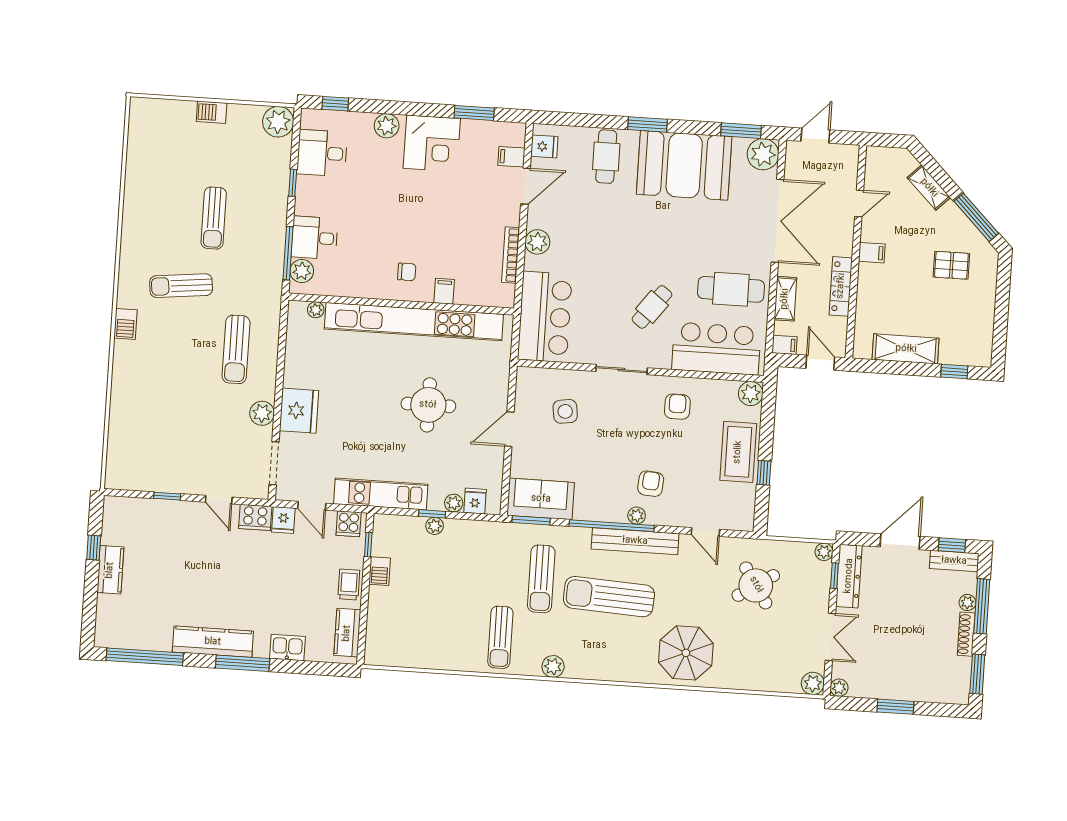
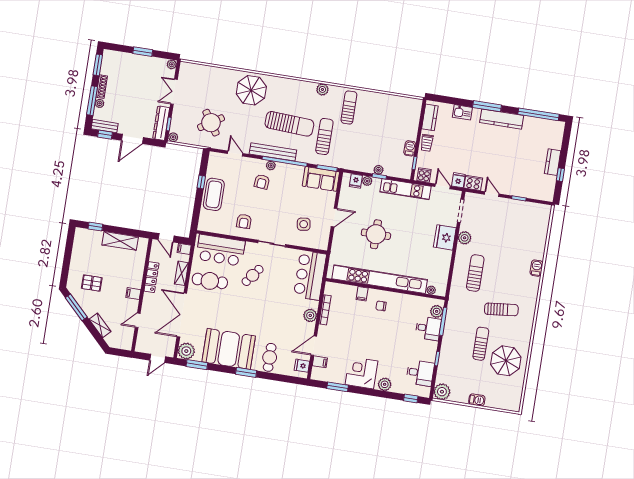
parasol: (164, 190) -> (506, 361), added
barbecue: (126, 324) -> (536, 268), moved
plant: (751, 394) -> (204, 225), removed
plant: (813, 683) -> (185, 68), removed

